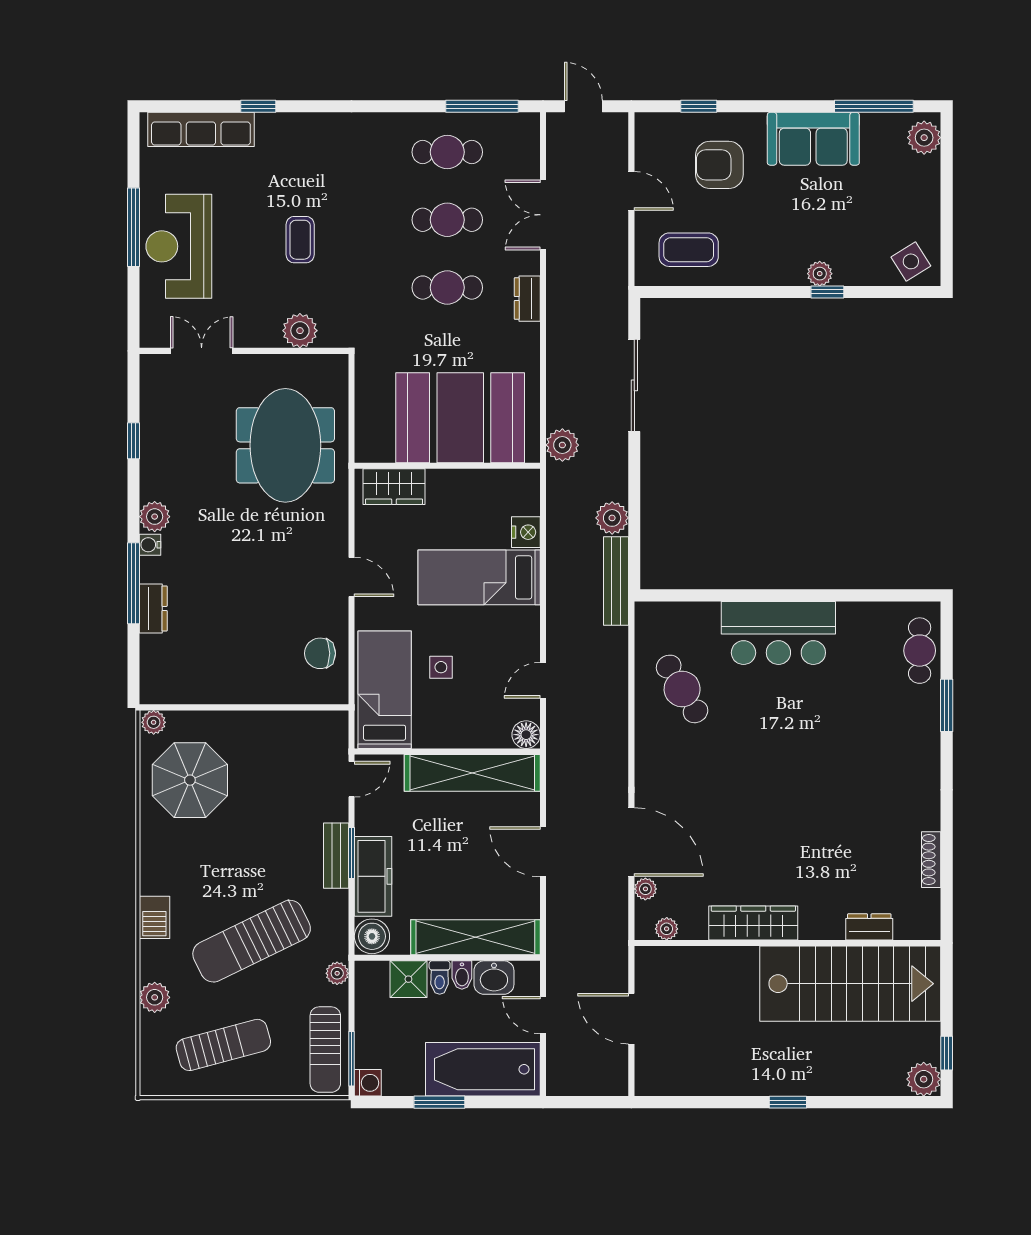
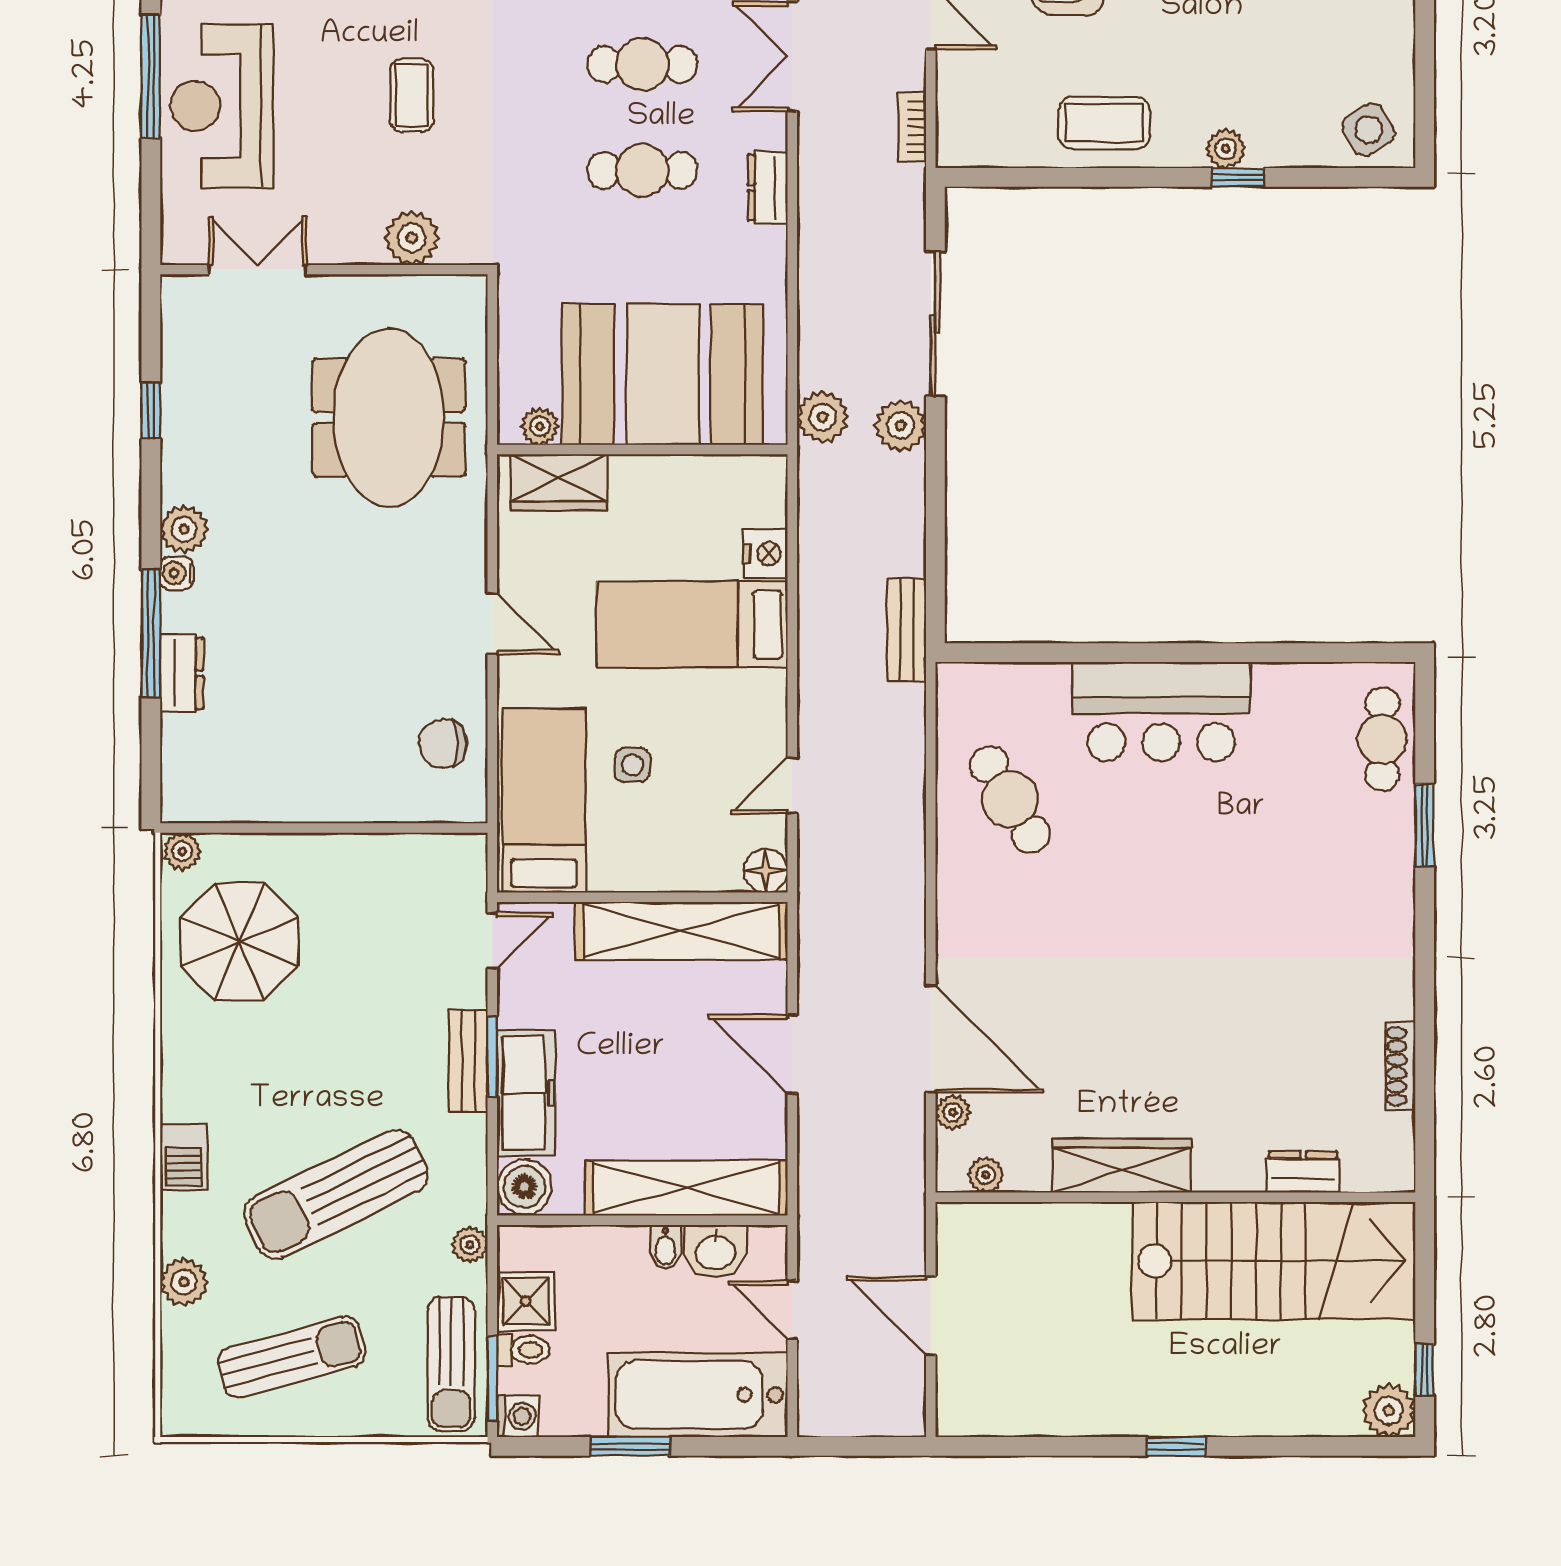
coffee table: (689, 250) -> (1104, 123), moved
bookcase: (620, 260) -> (912, 127), added
plant: (382, 451) -> (540, 426), added
plant: (612, 518) -> (900, 426), moved
bench: (616, 581) -> (907, 630), width x0.73
toilet: (440, 978) -> (523, 1350), moved, turned -90
shower: (408, 979) -> (526, 1301), moved

